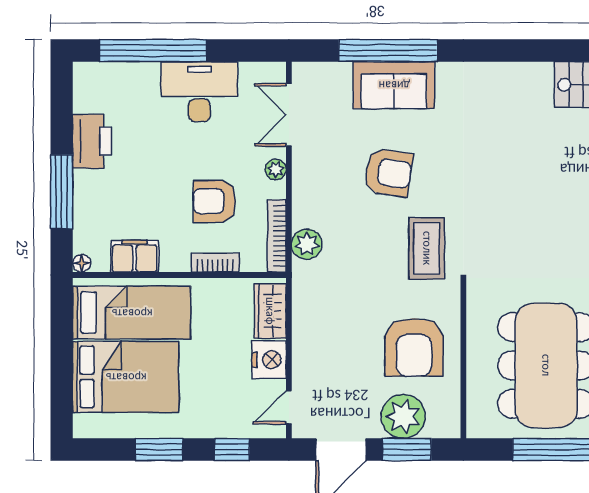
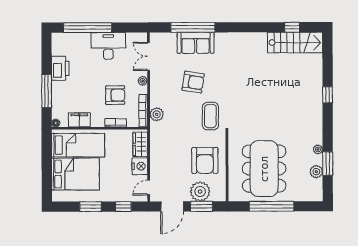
armchair: (214, 201) -> (115, 95), turned 180

